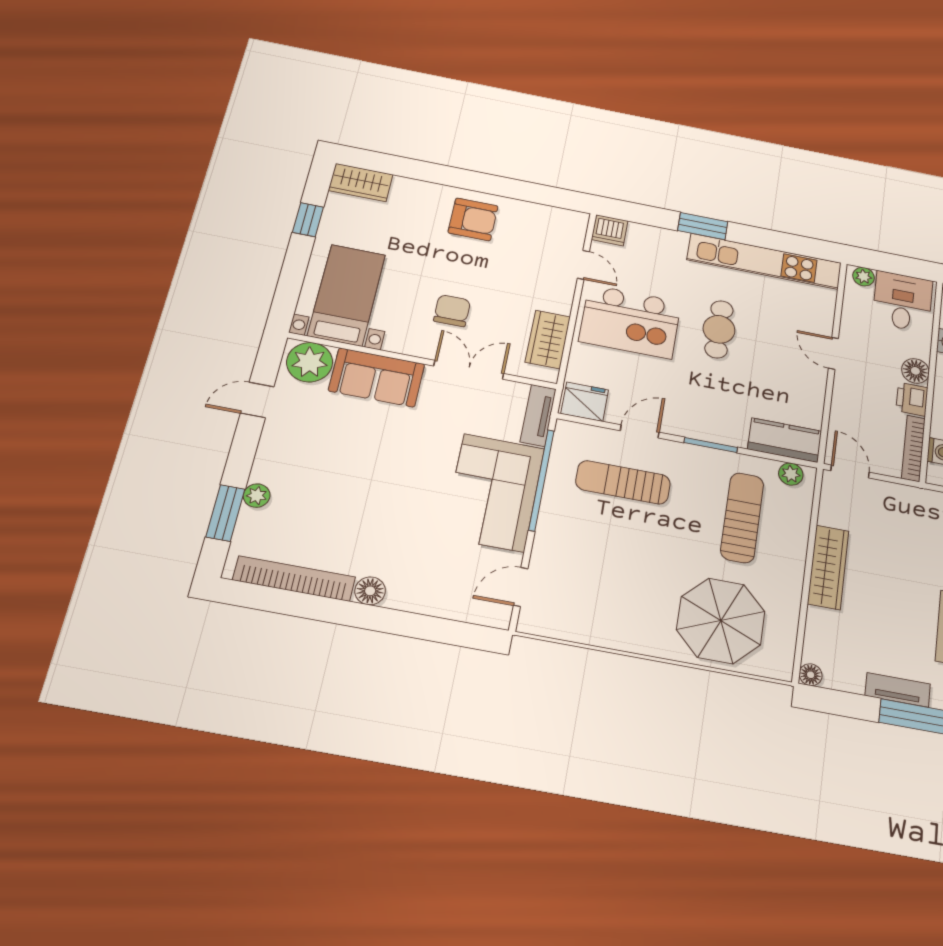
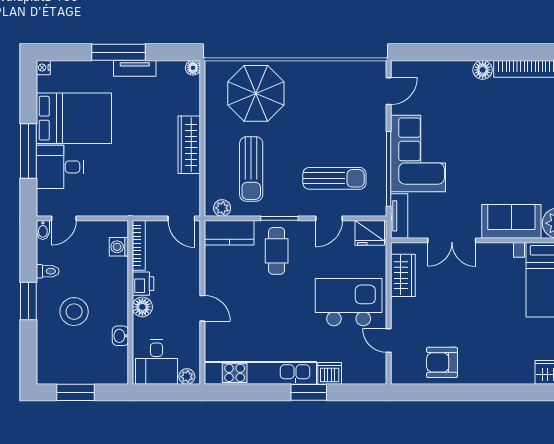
armchair: (473, 219) -> (442, 362), moved
dishwasher: (610, 230) -> (330, 373), moved
chair: (452, 311) -> (472, 283), removed
cafe table: (719, 329) -> (277, 251), moved

